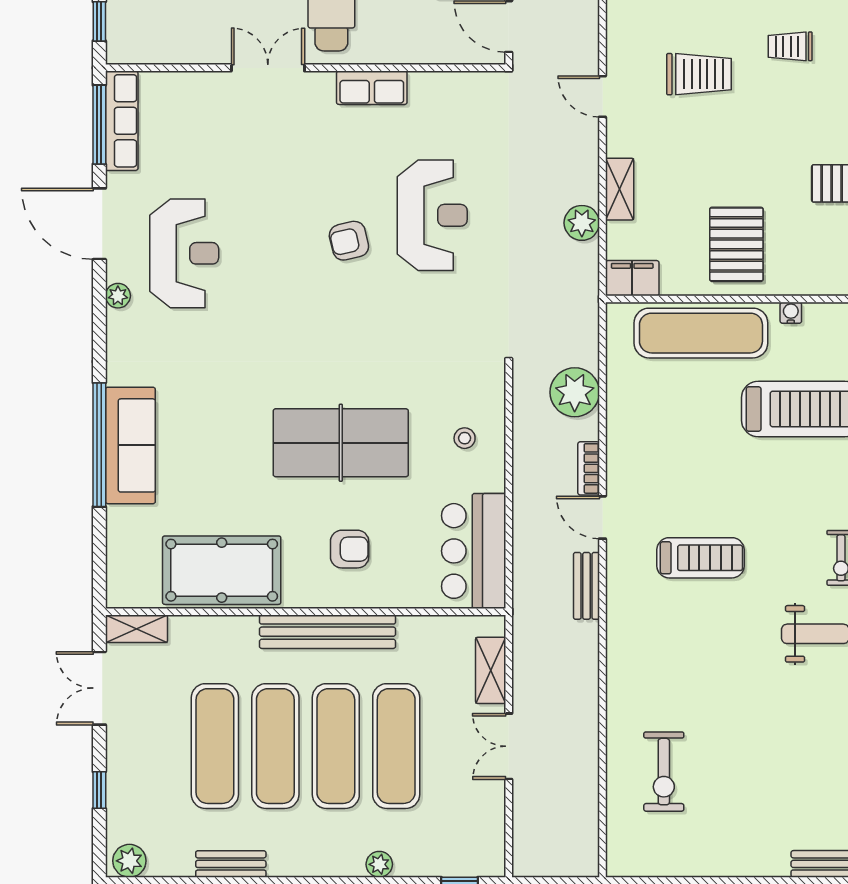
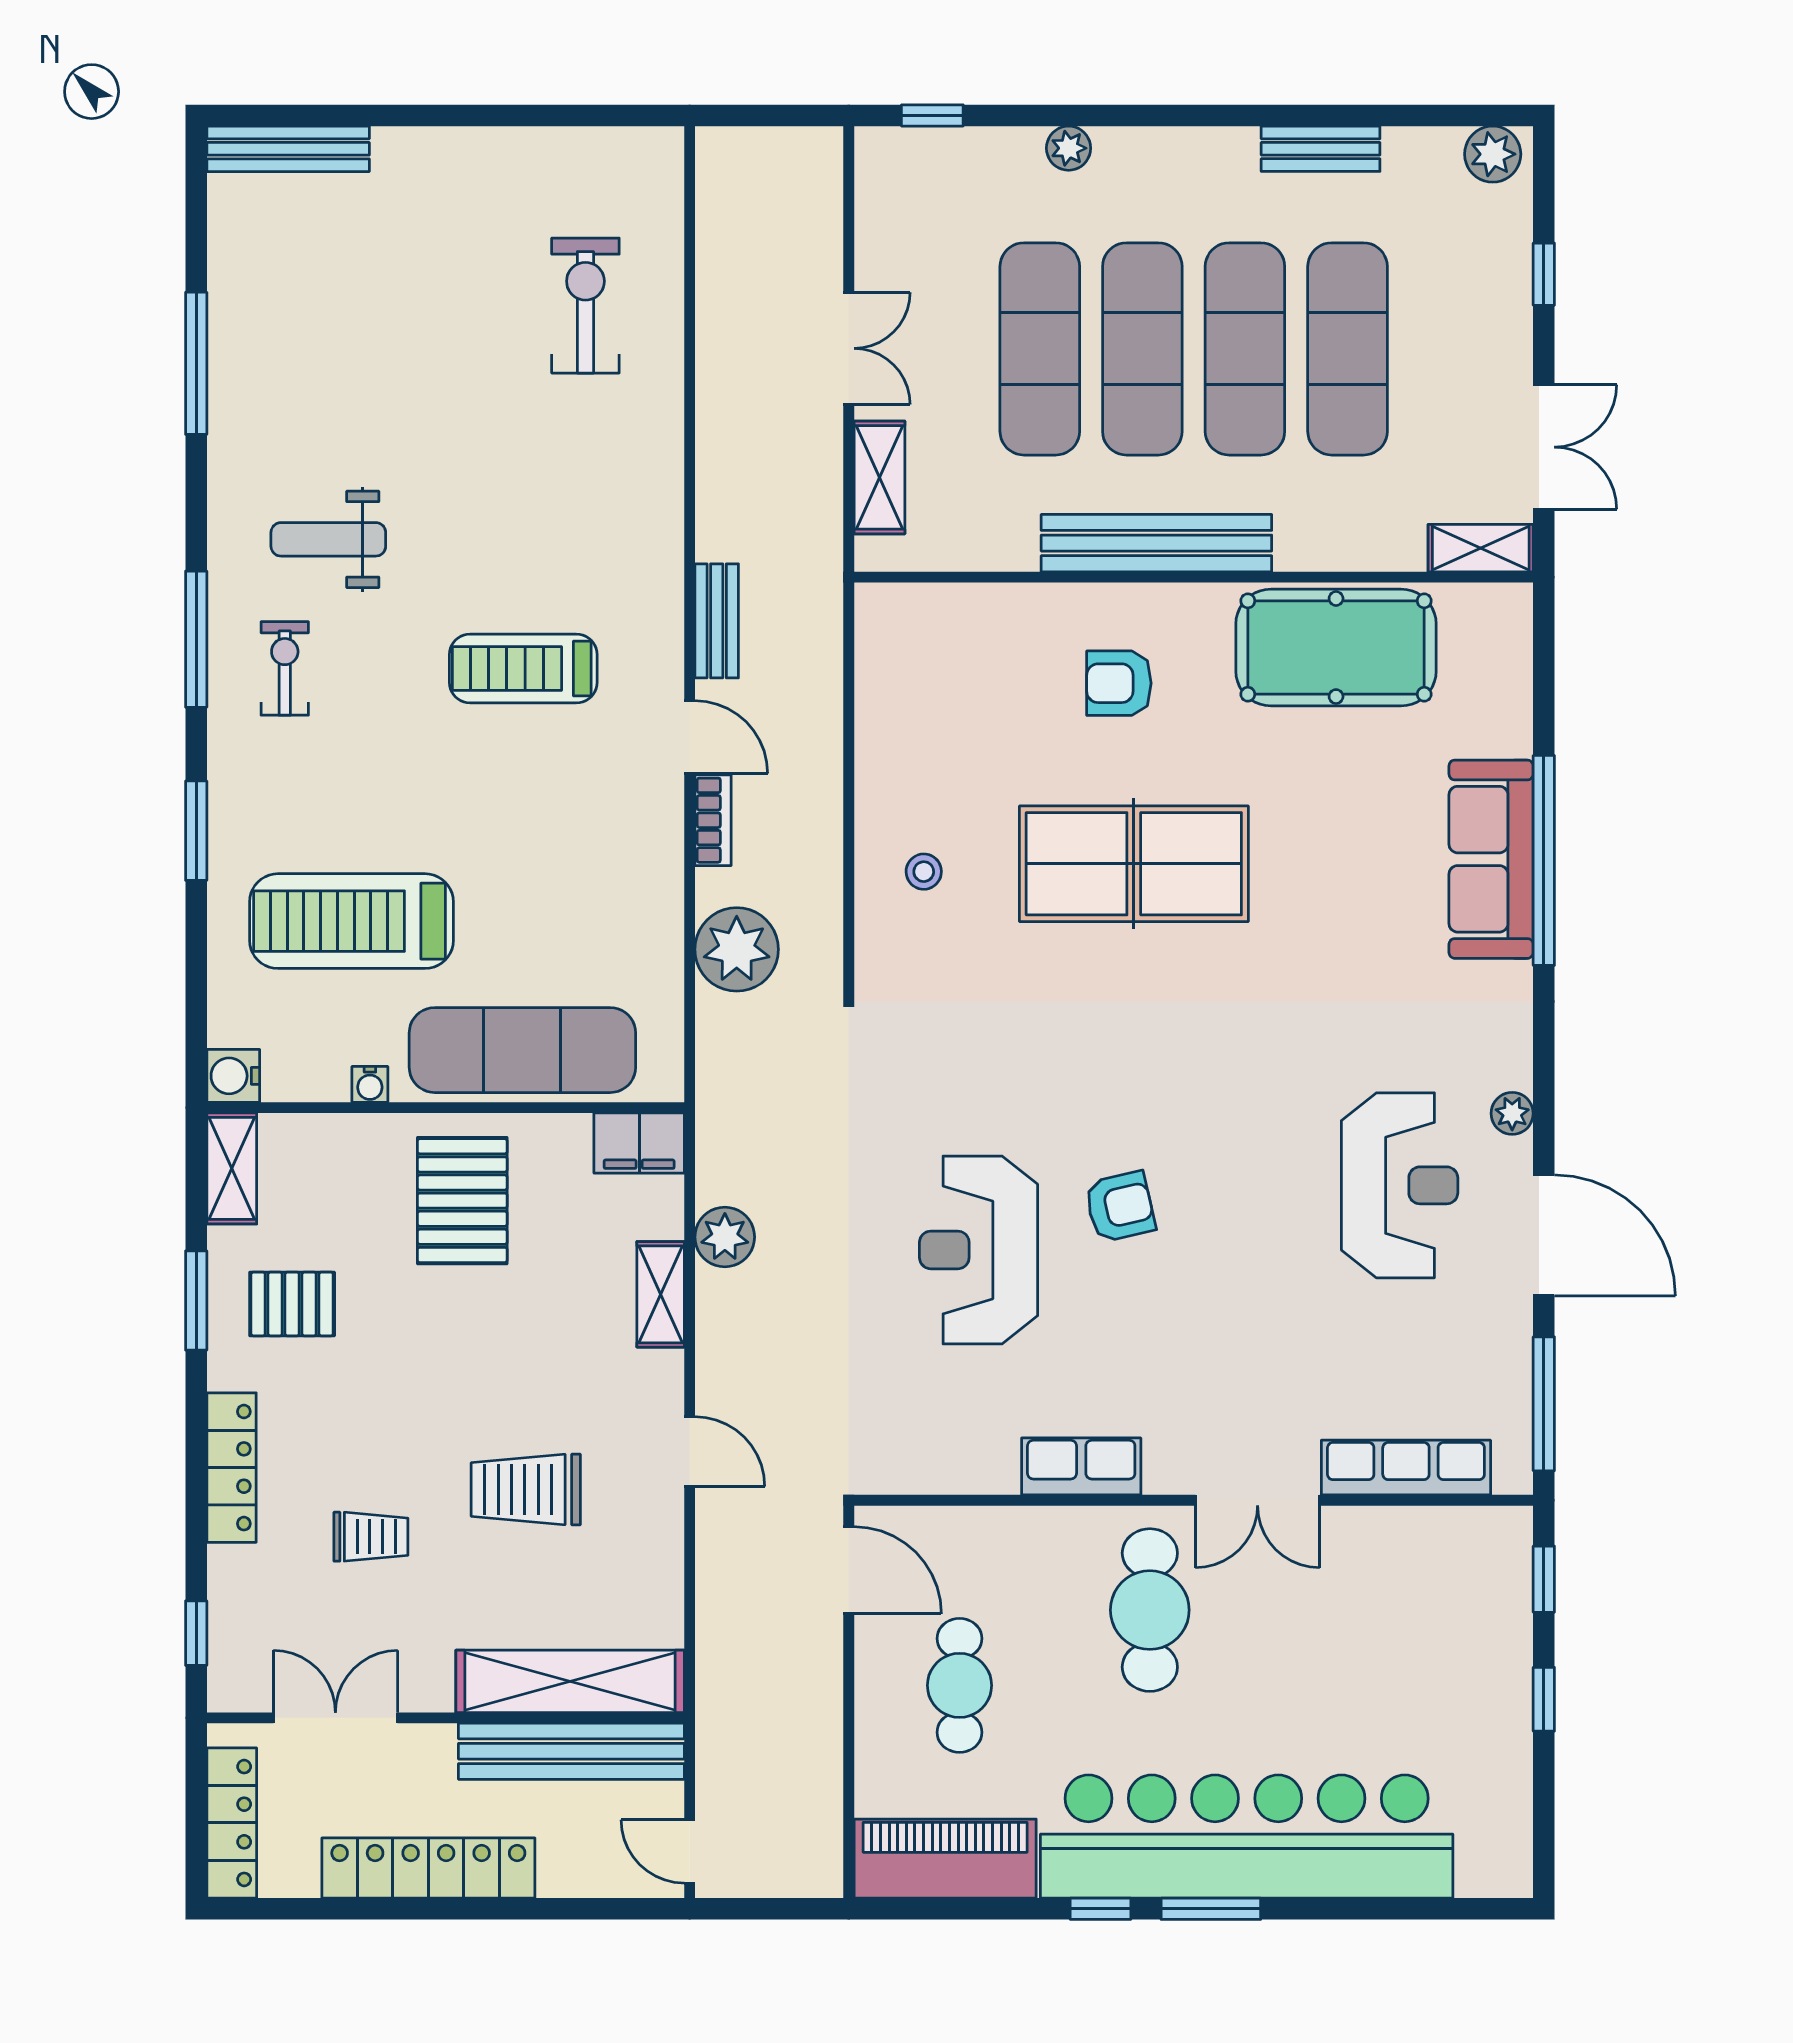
row of seats: (122, 121) -> (1406, 1468), moved, turned 90
reception desk: (184, 253) -> (1400, 1185), turned 180
bar counter: (474, 551) -> (908, 680), removed

